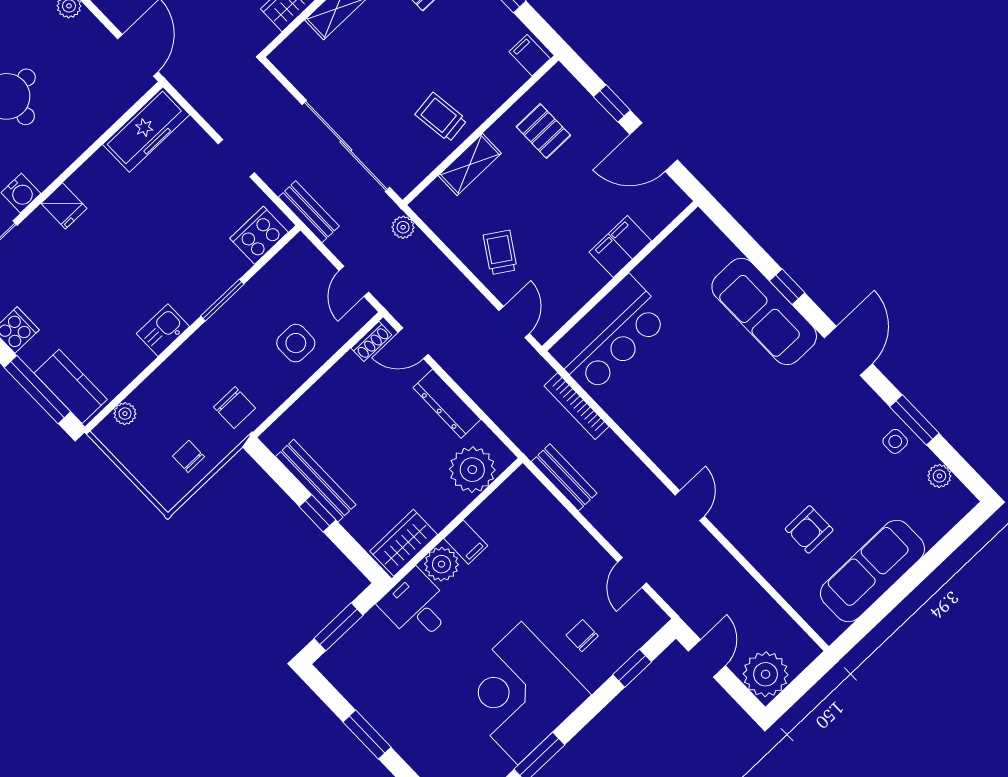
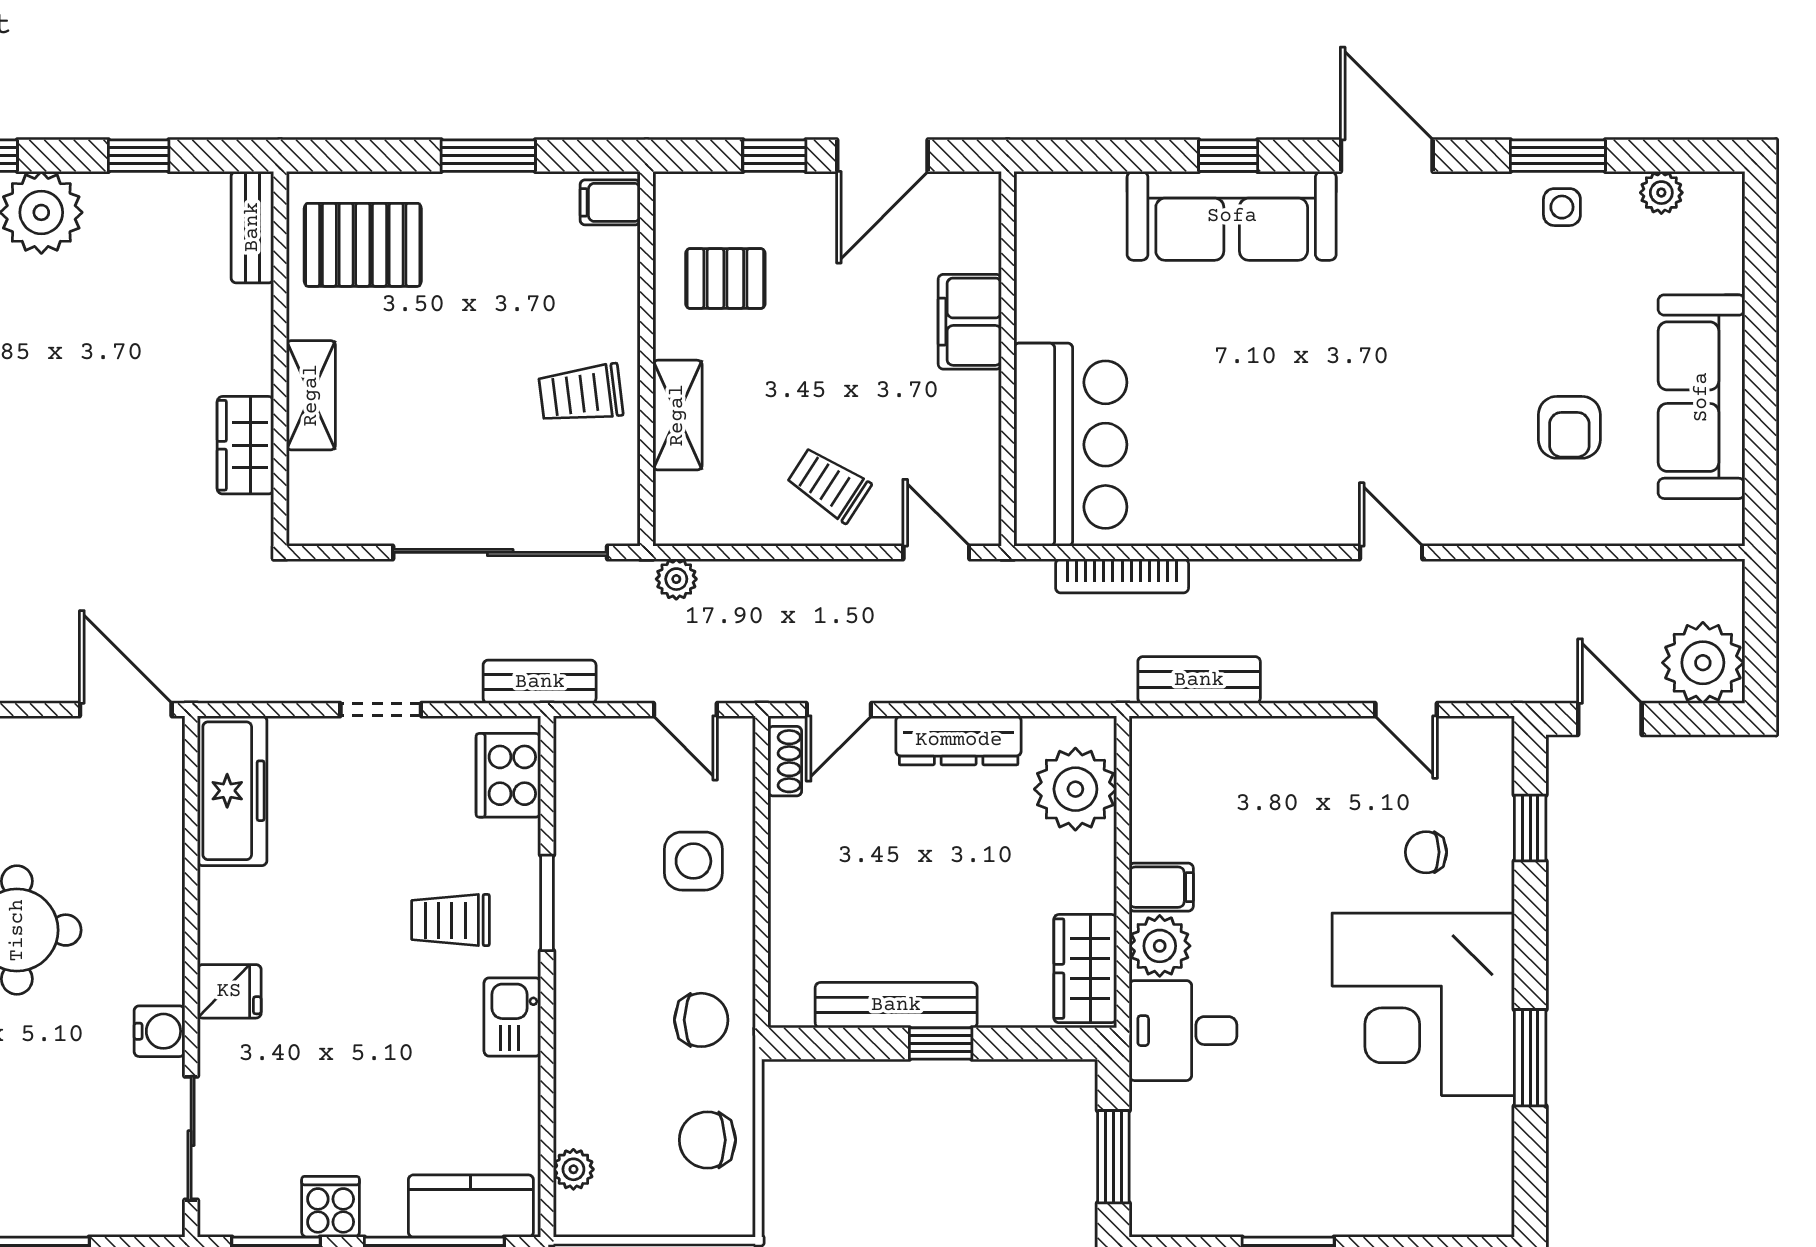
trolley: (178, 268) -> (450, 920), added
chair: (189, 456) -> (707, 1140), width x1.37, depth x1.37

